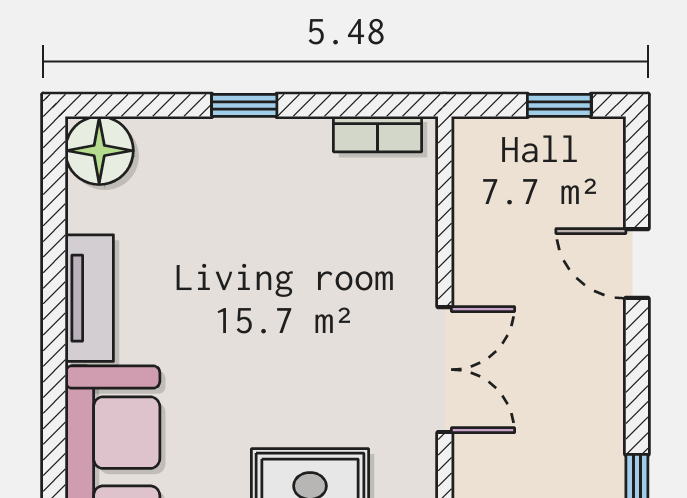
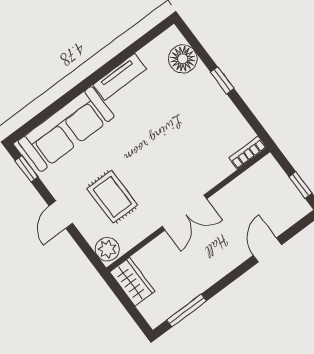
bookcase: (378, 134) -> (248, 153), moved, turned 90
floor lamp: (99, 151) -> (183, 59), moved

